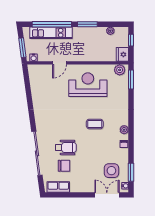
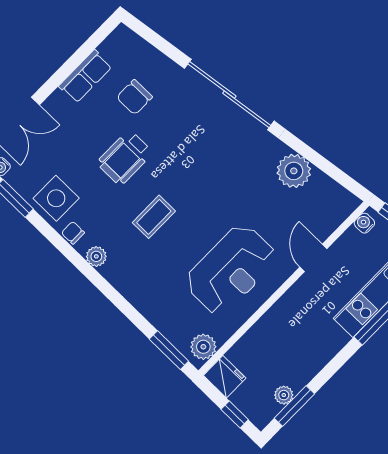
window: (87, 24) -> (294, 406), moved
plant: (39, 95) -> (294, 171), added
wheelchair: (66, 147) -> (125, 158), moved
sliding door: (37, 153) -> (229, 95), moved
side table: (111, 171) -> (56, 198), moved
row of seats: (58, 187) -> (85, 76), moved

